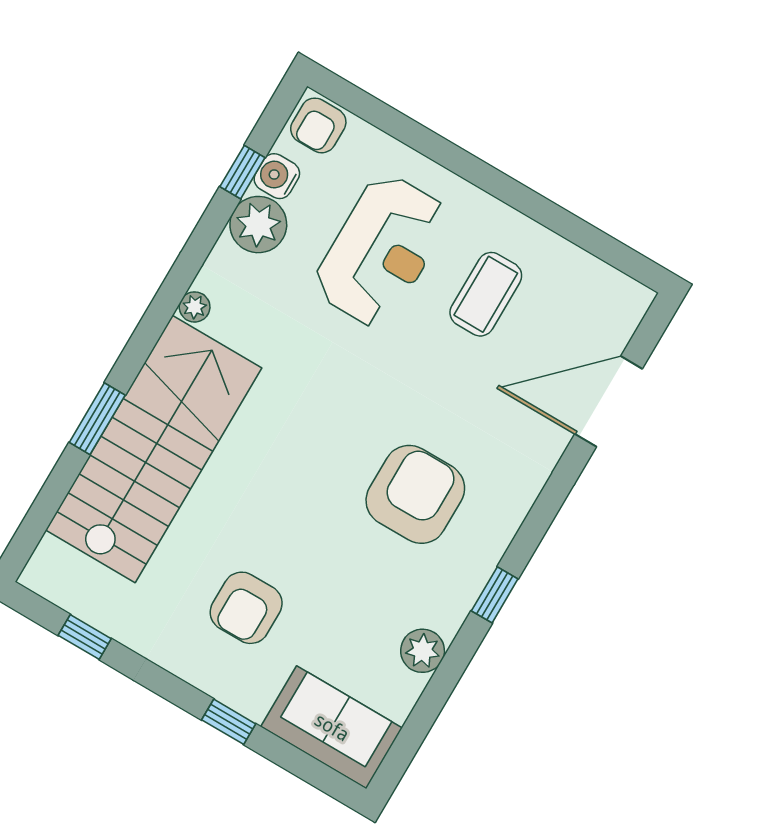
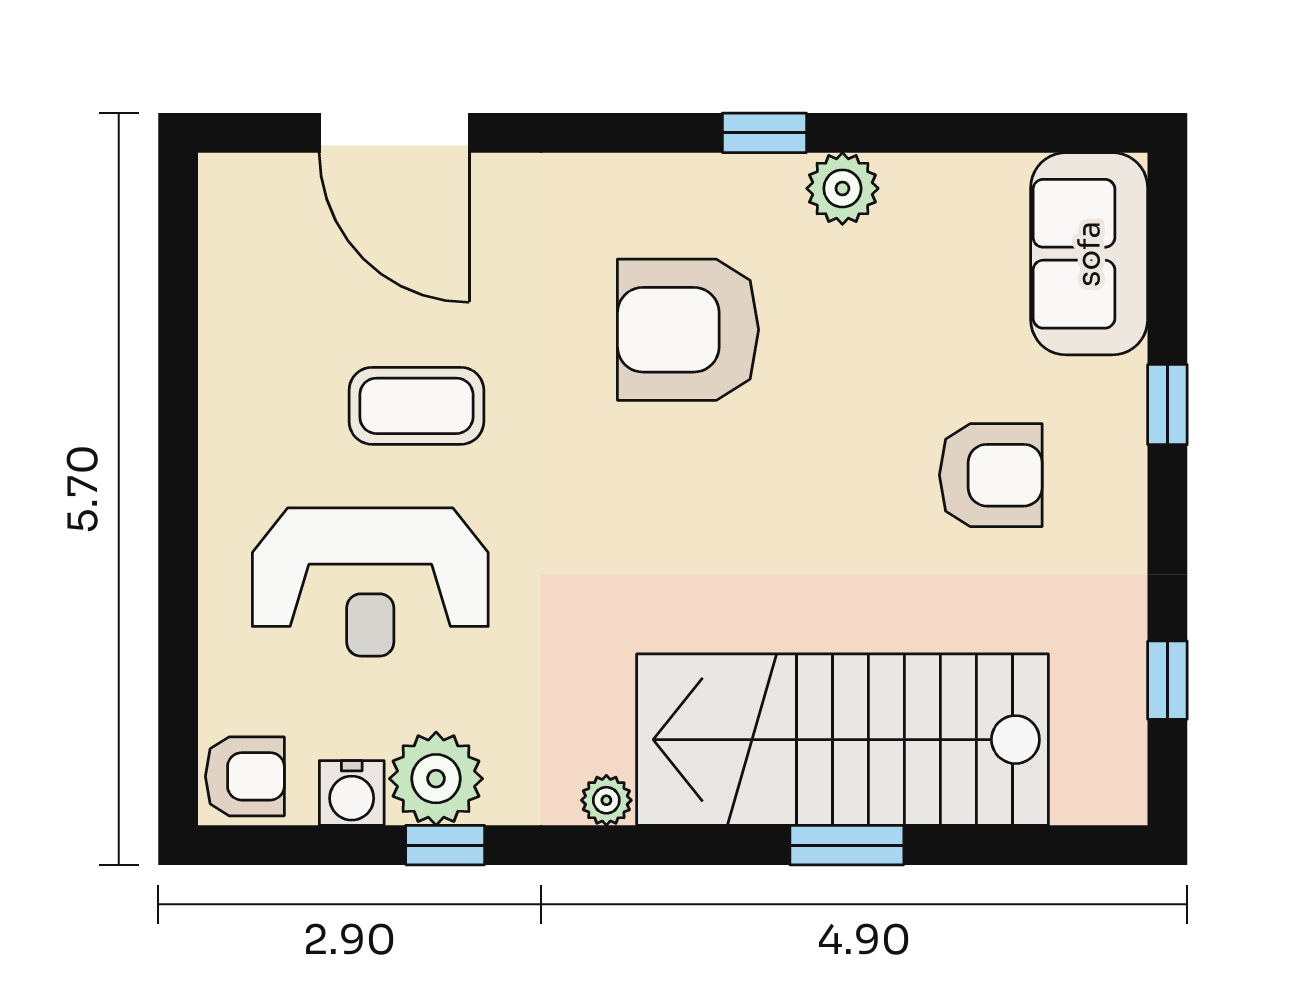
window: (242, 172) -> (445, 845), moved
reception desk: (381, 251) -> (370, 582), turned 180
coffee table: (486, 294) -> (416, 406), moved
plant: (423, 651) -> (842, 188), moved

